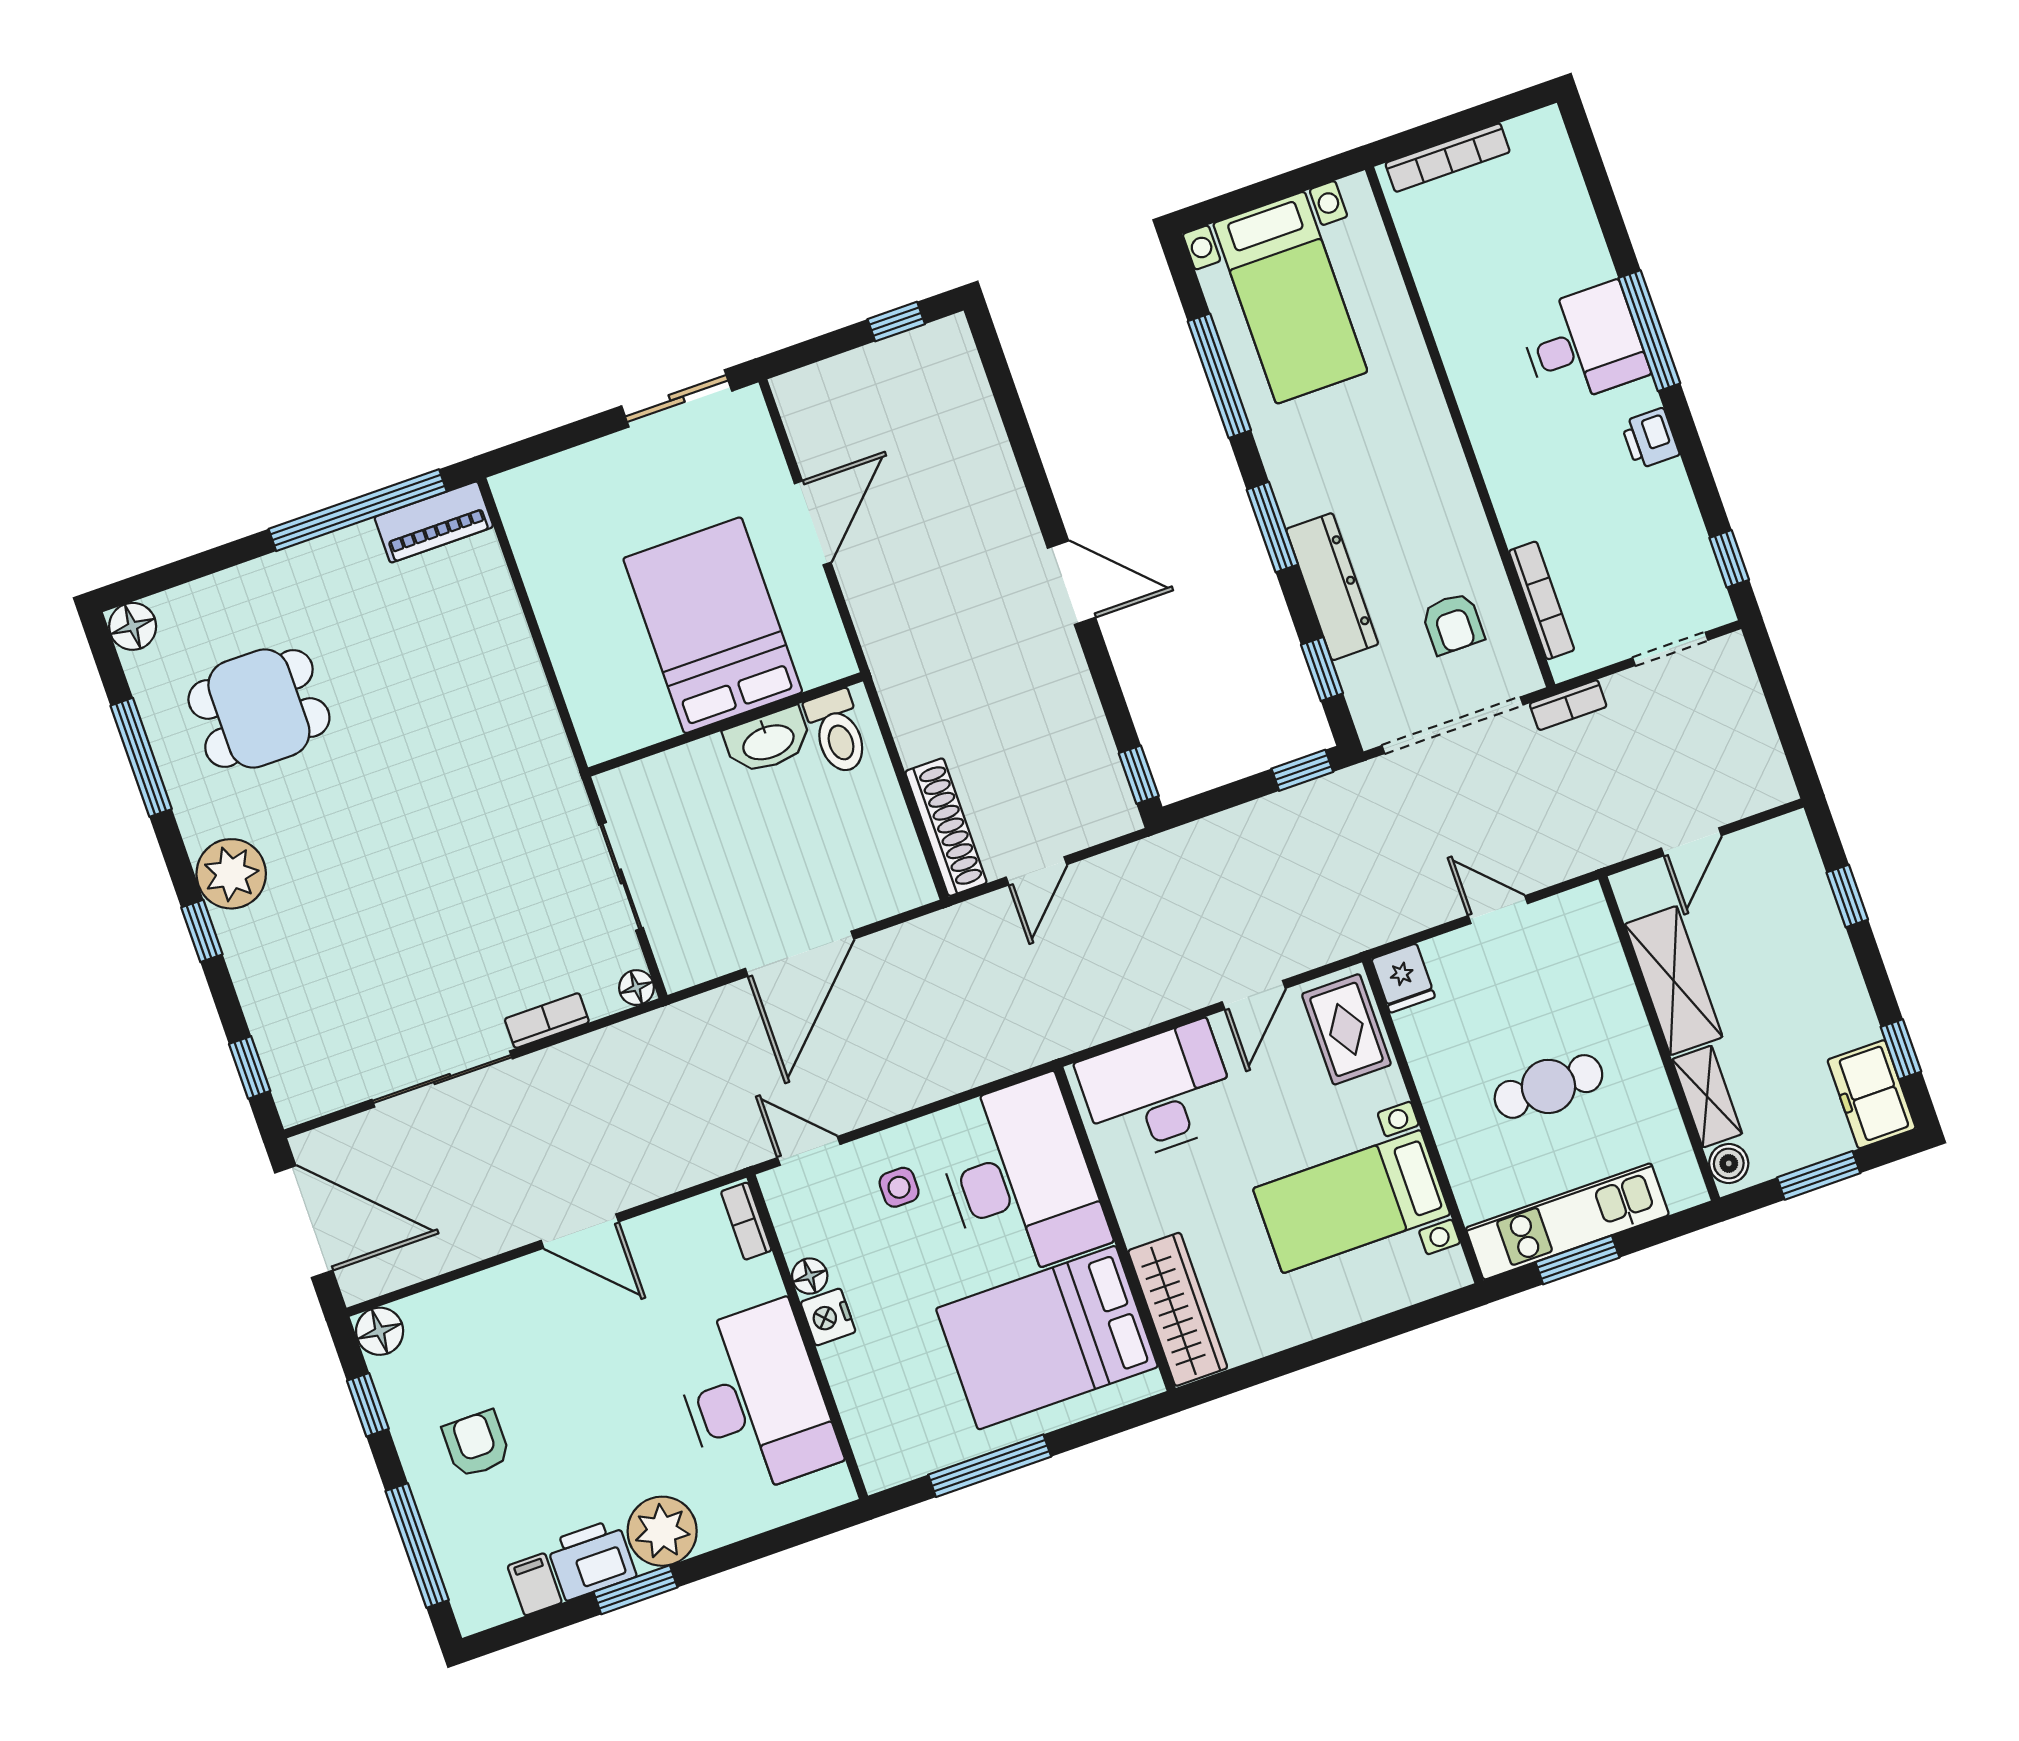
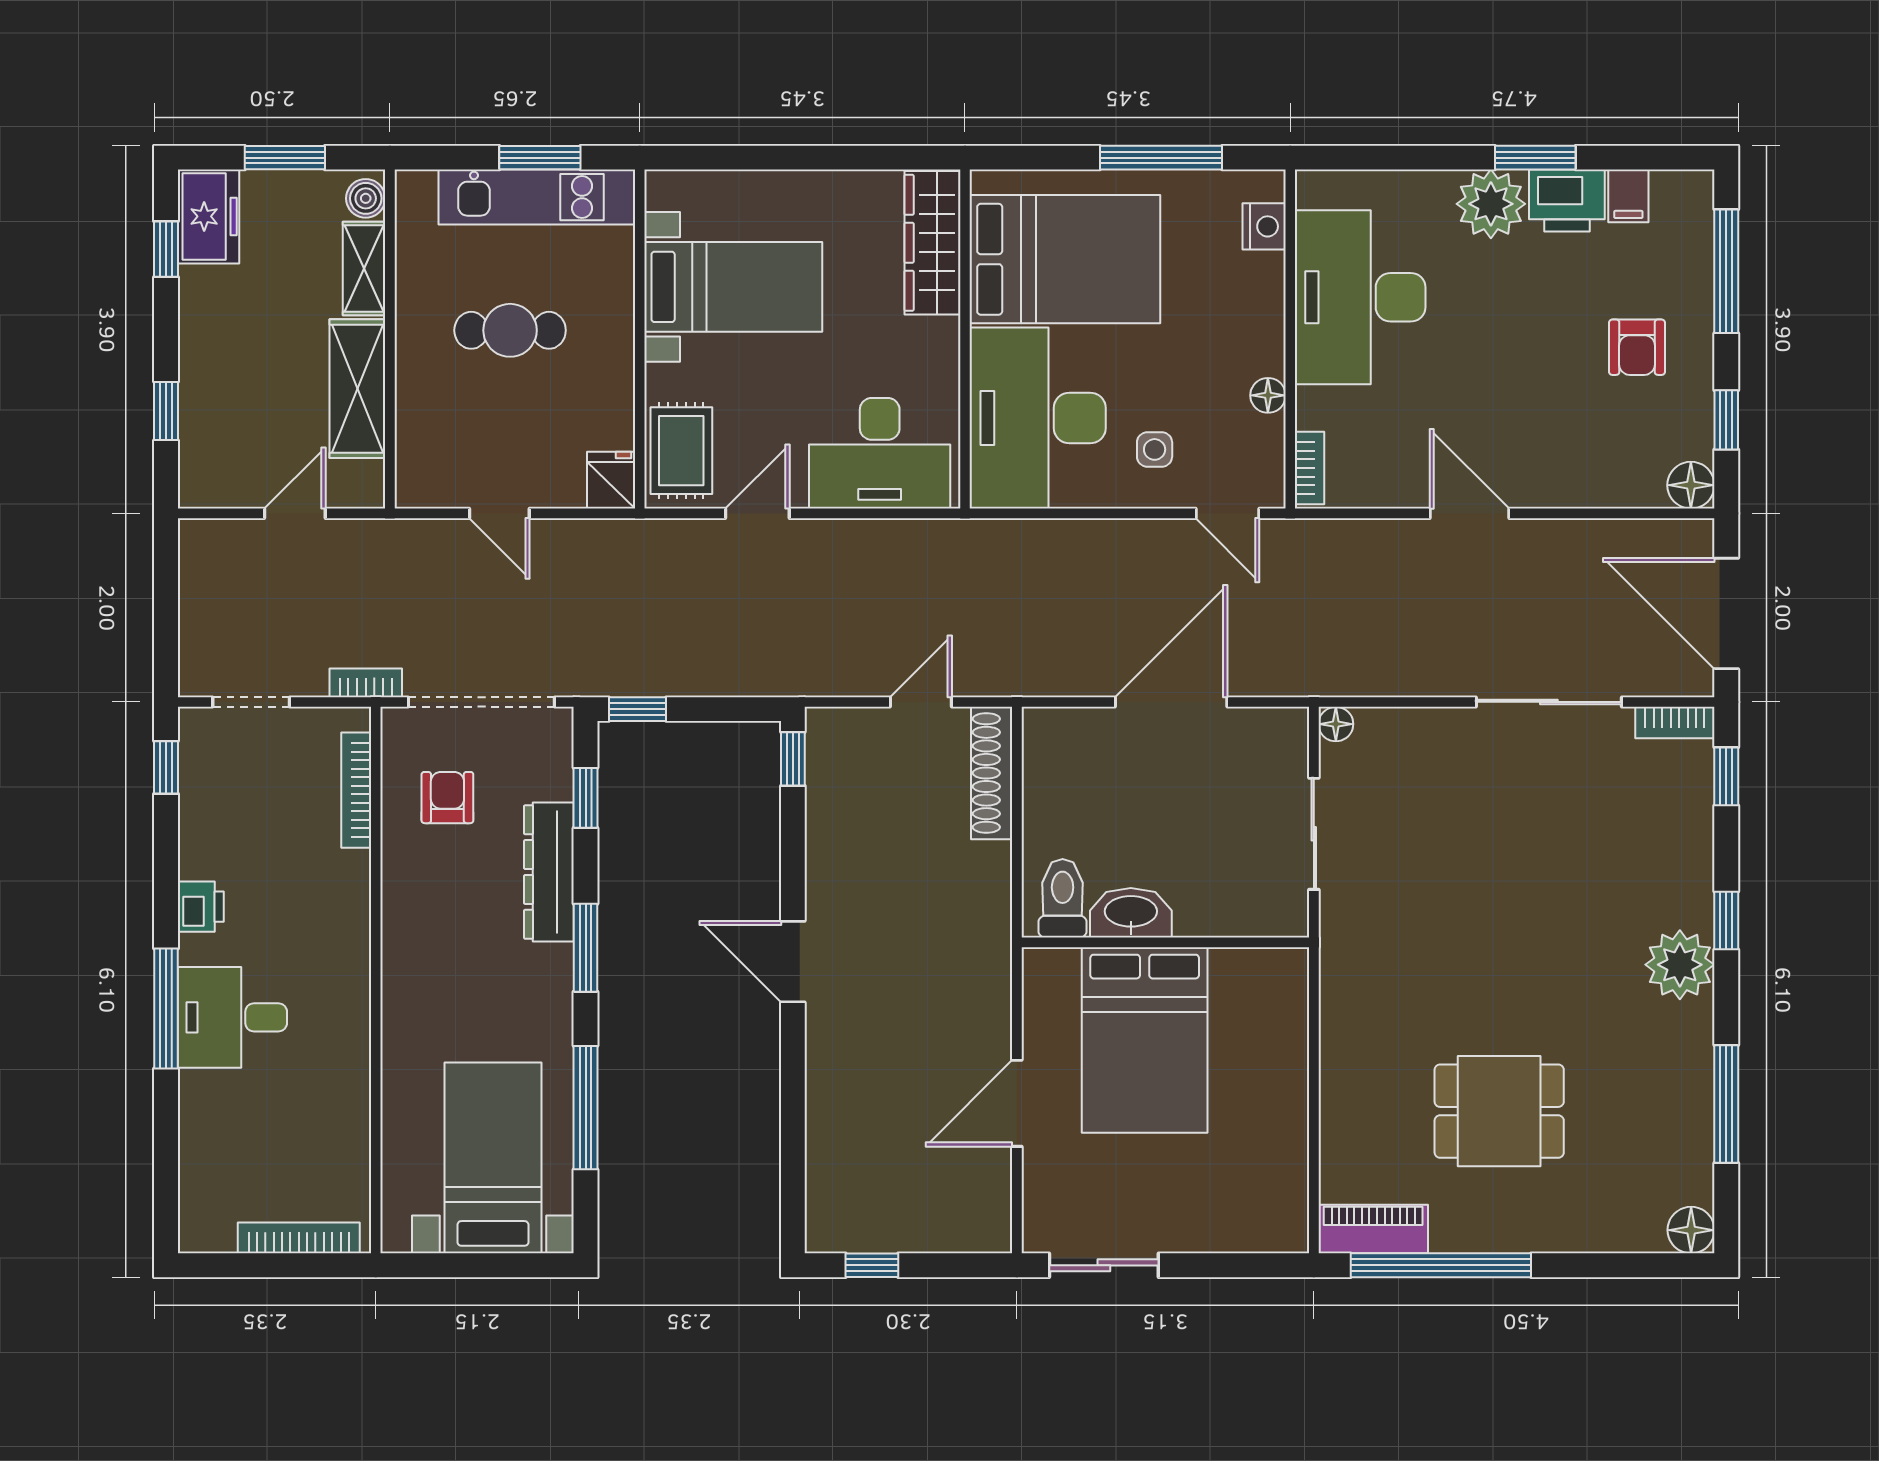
dining table: (259, 708) -> (1499, 1111), moved
bookcase: (547, 1021) -> (1675, 723), moved
nightstand: (828, 1317) -> (1264, 226), moved

